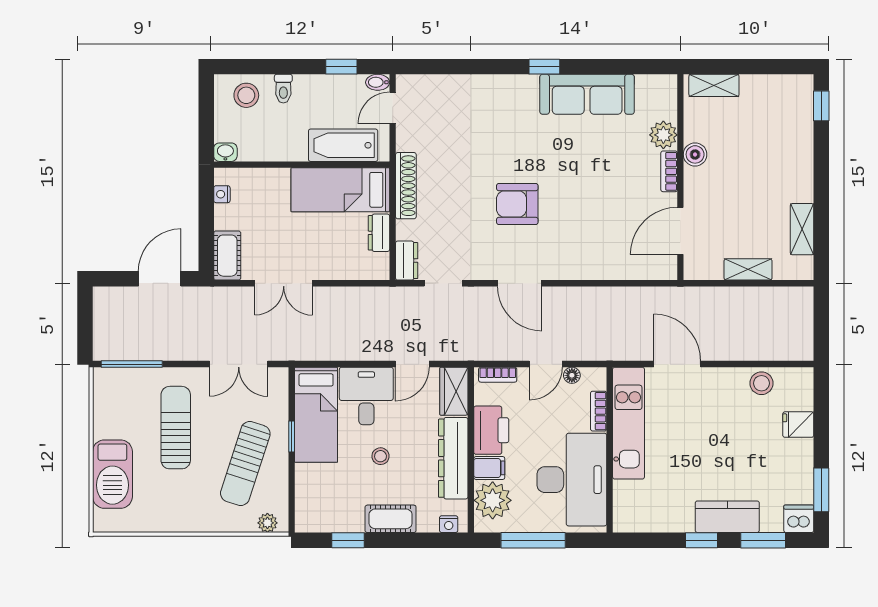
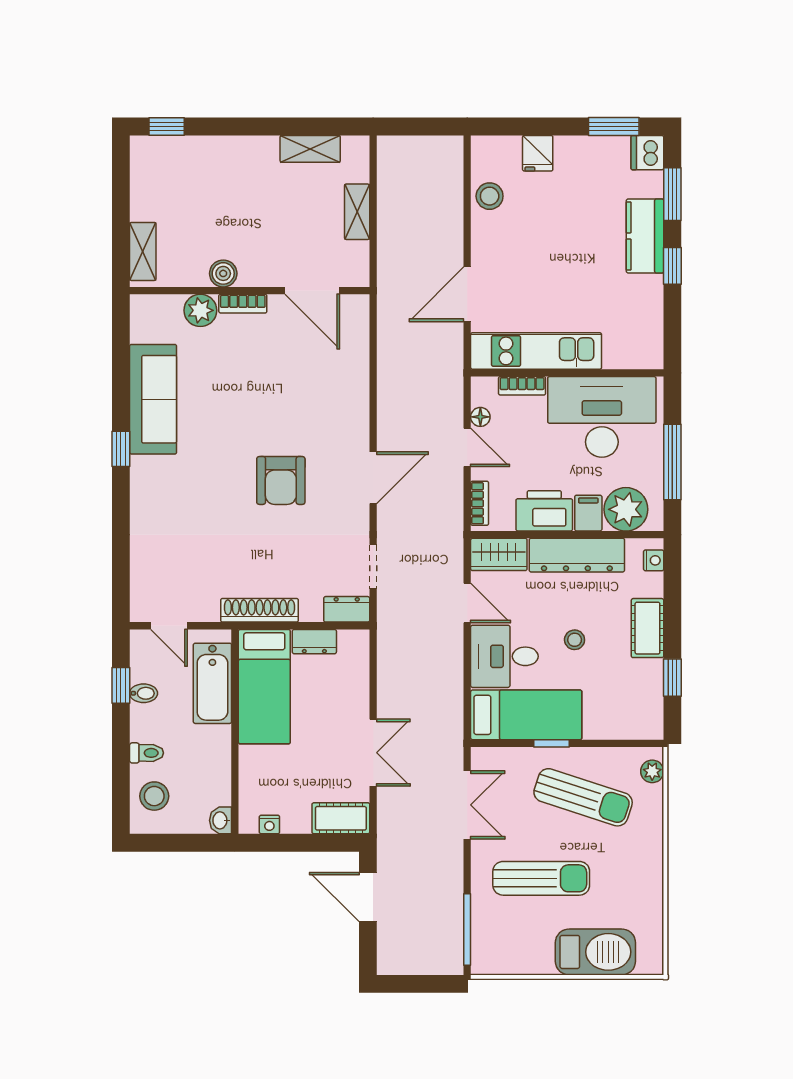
bidet: (378, 82) -> (144, 693), moved, turned -90
sun lounger: (176, 428) -> (541, 878), turned 180

